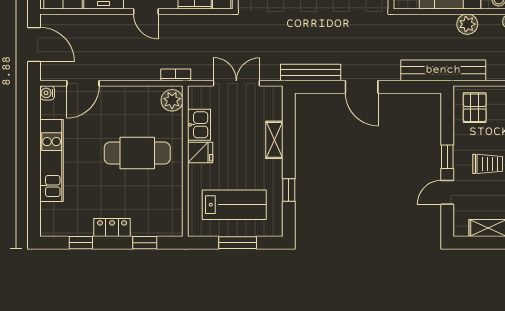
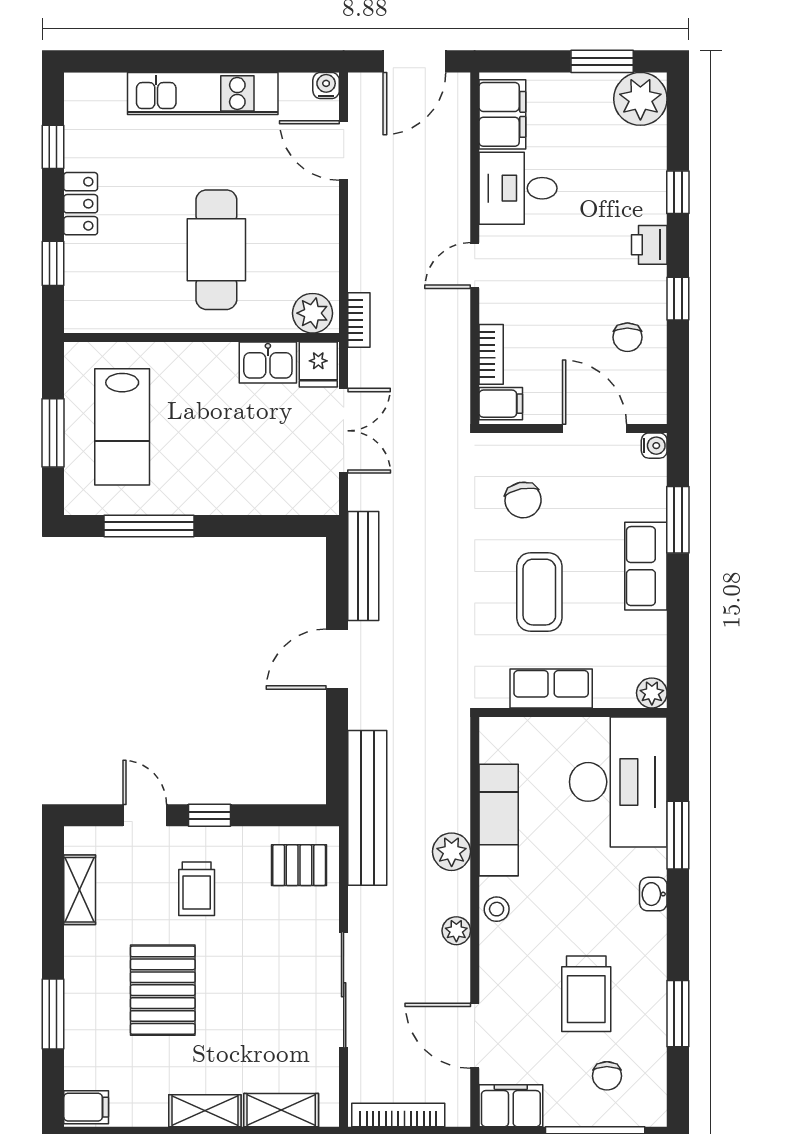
shelving: (274, 140) -> (240, 500), removed
fridge: (200, 152) -> (318, 364), moved
window: (289, 190) -> (149, 526), width x2.17

